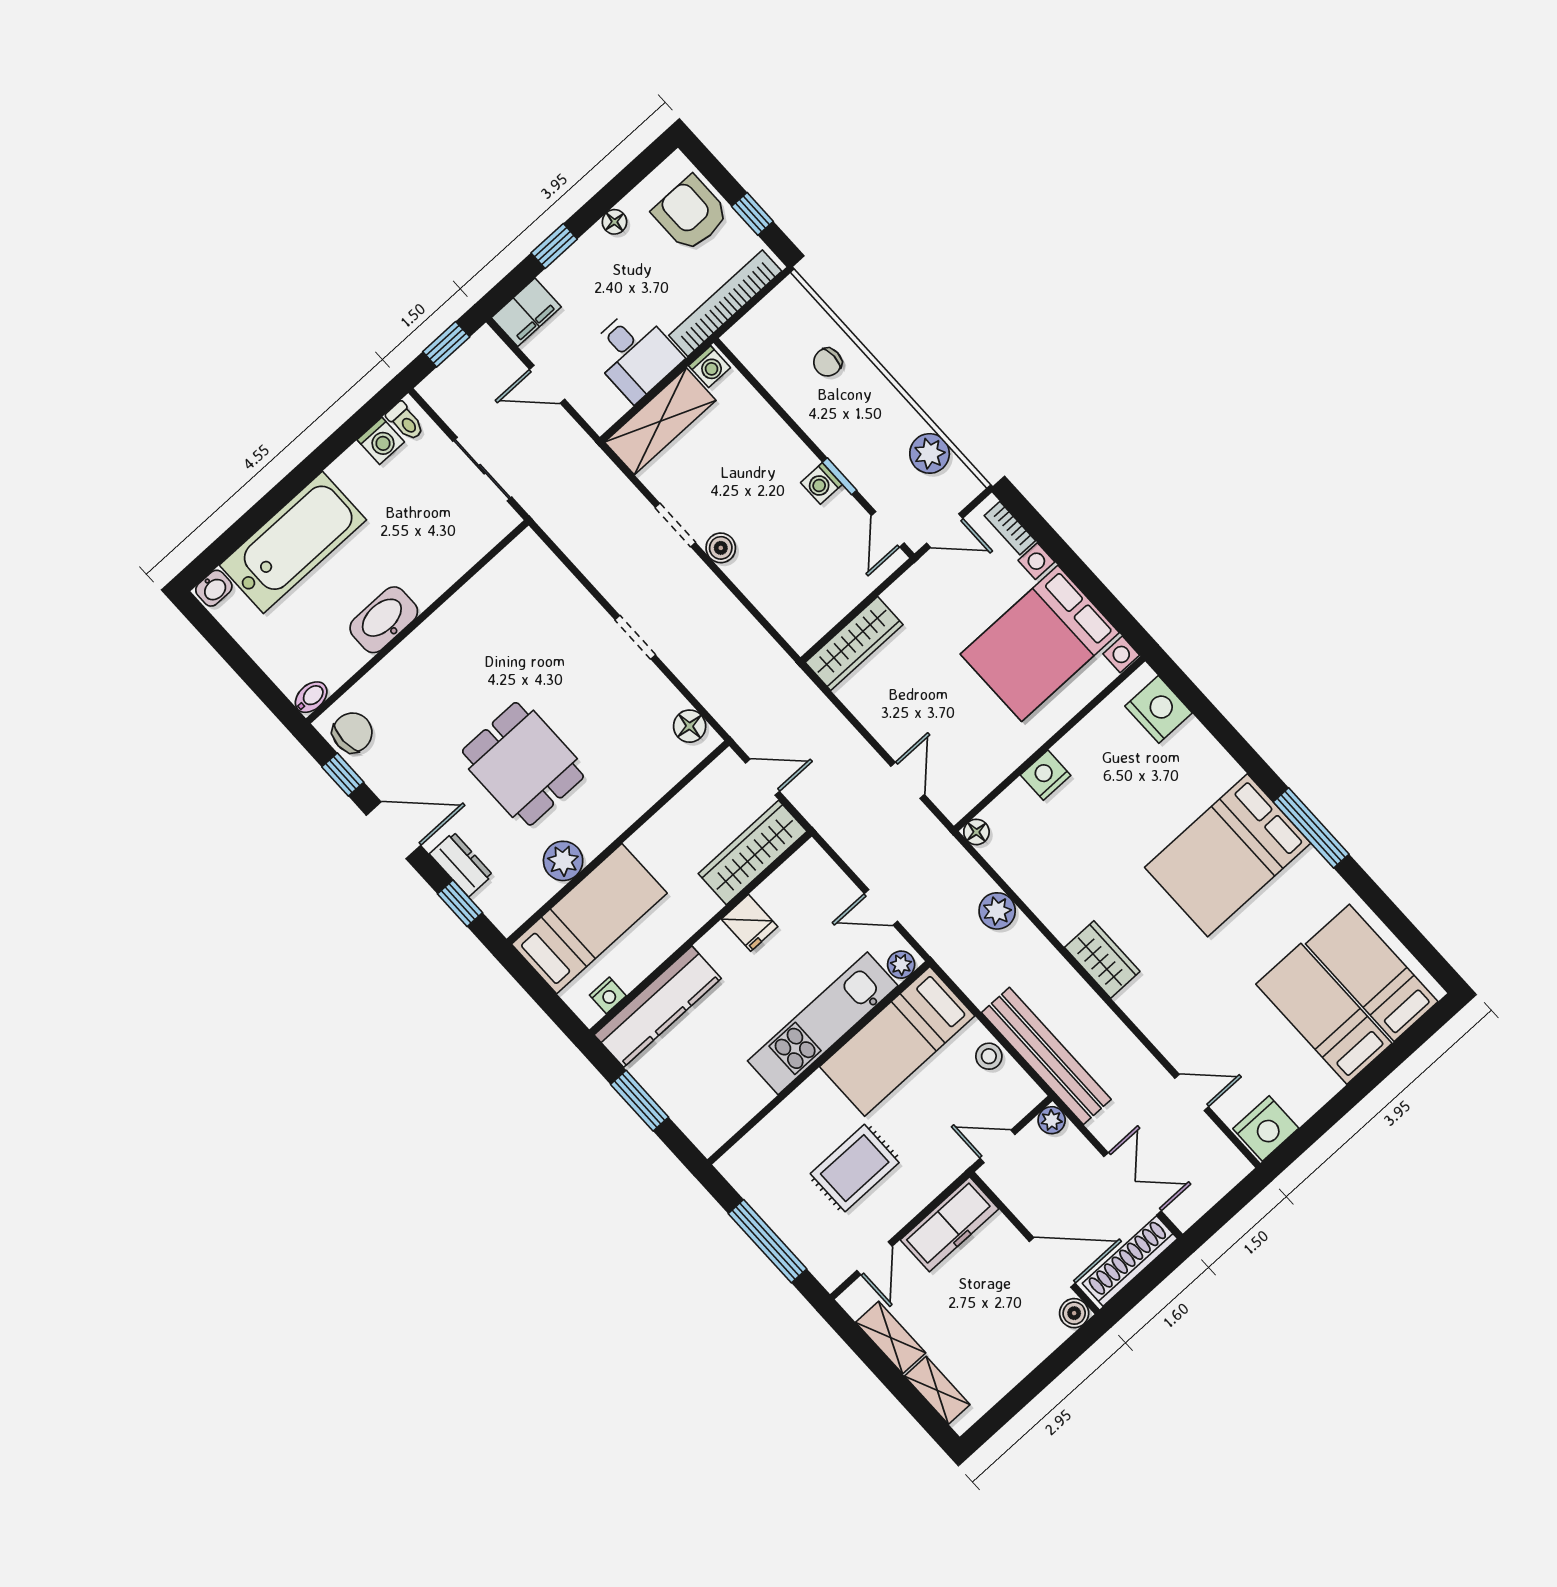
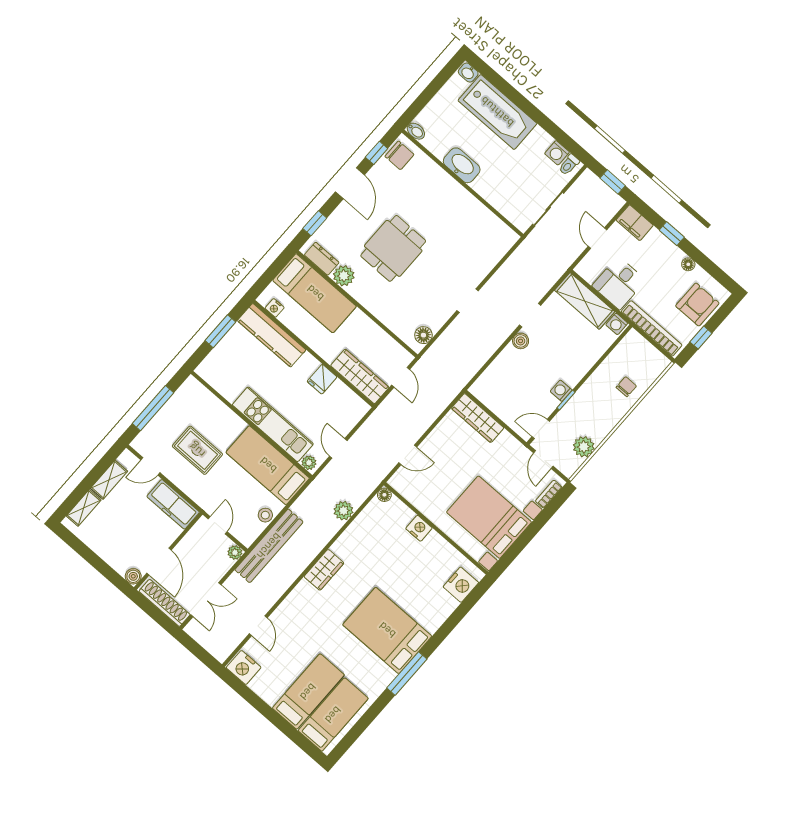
chair: (828, 362) -> (626, 387), turned 90
dresser: (461, 864) -> (322, 259), moved, turned -90

